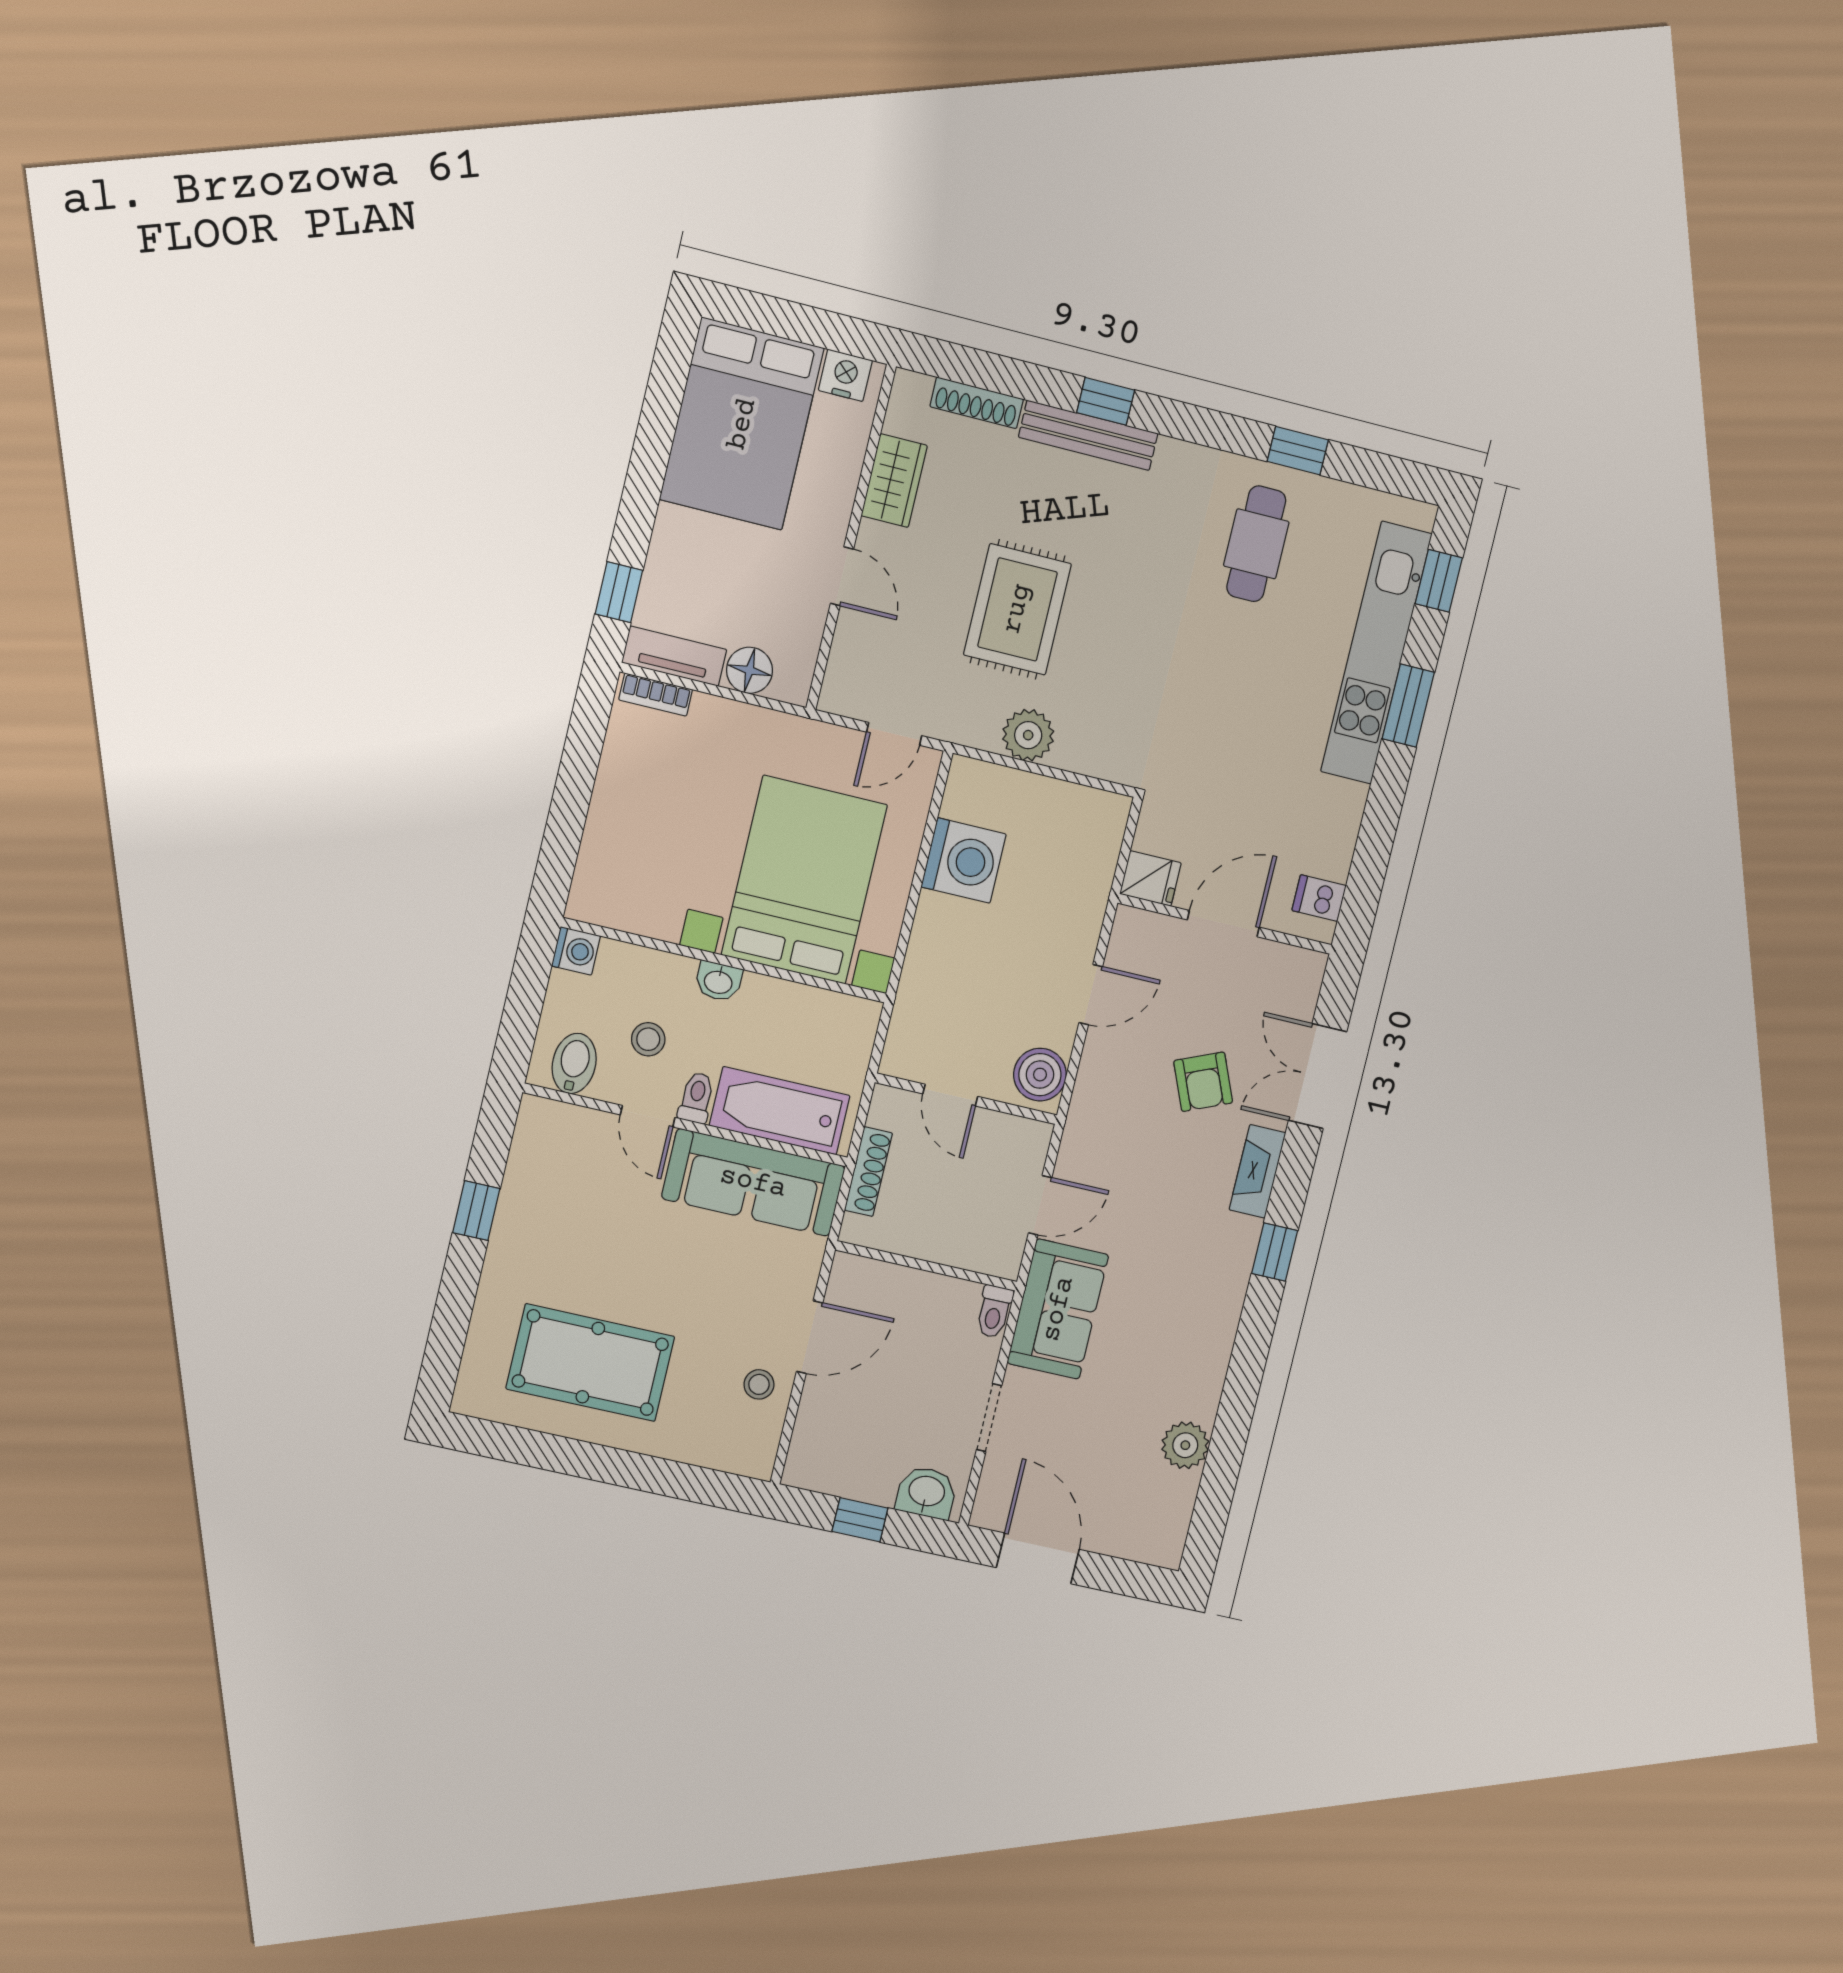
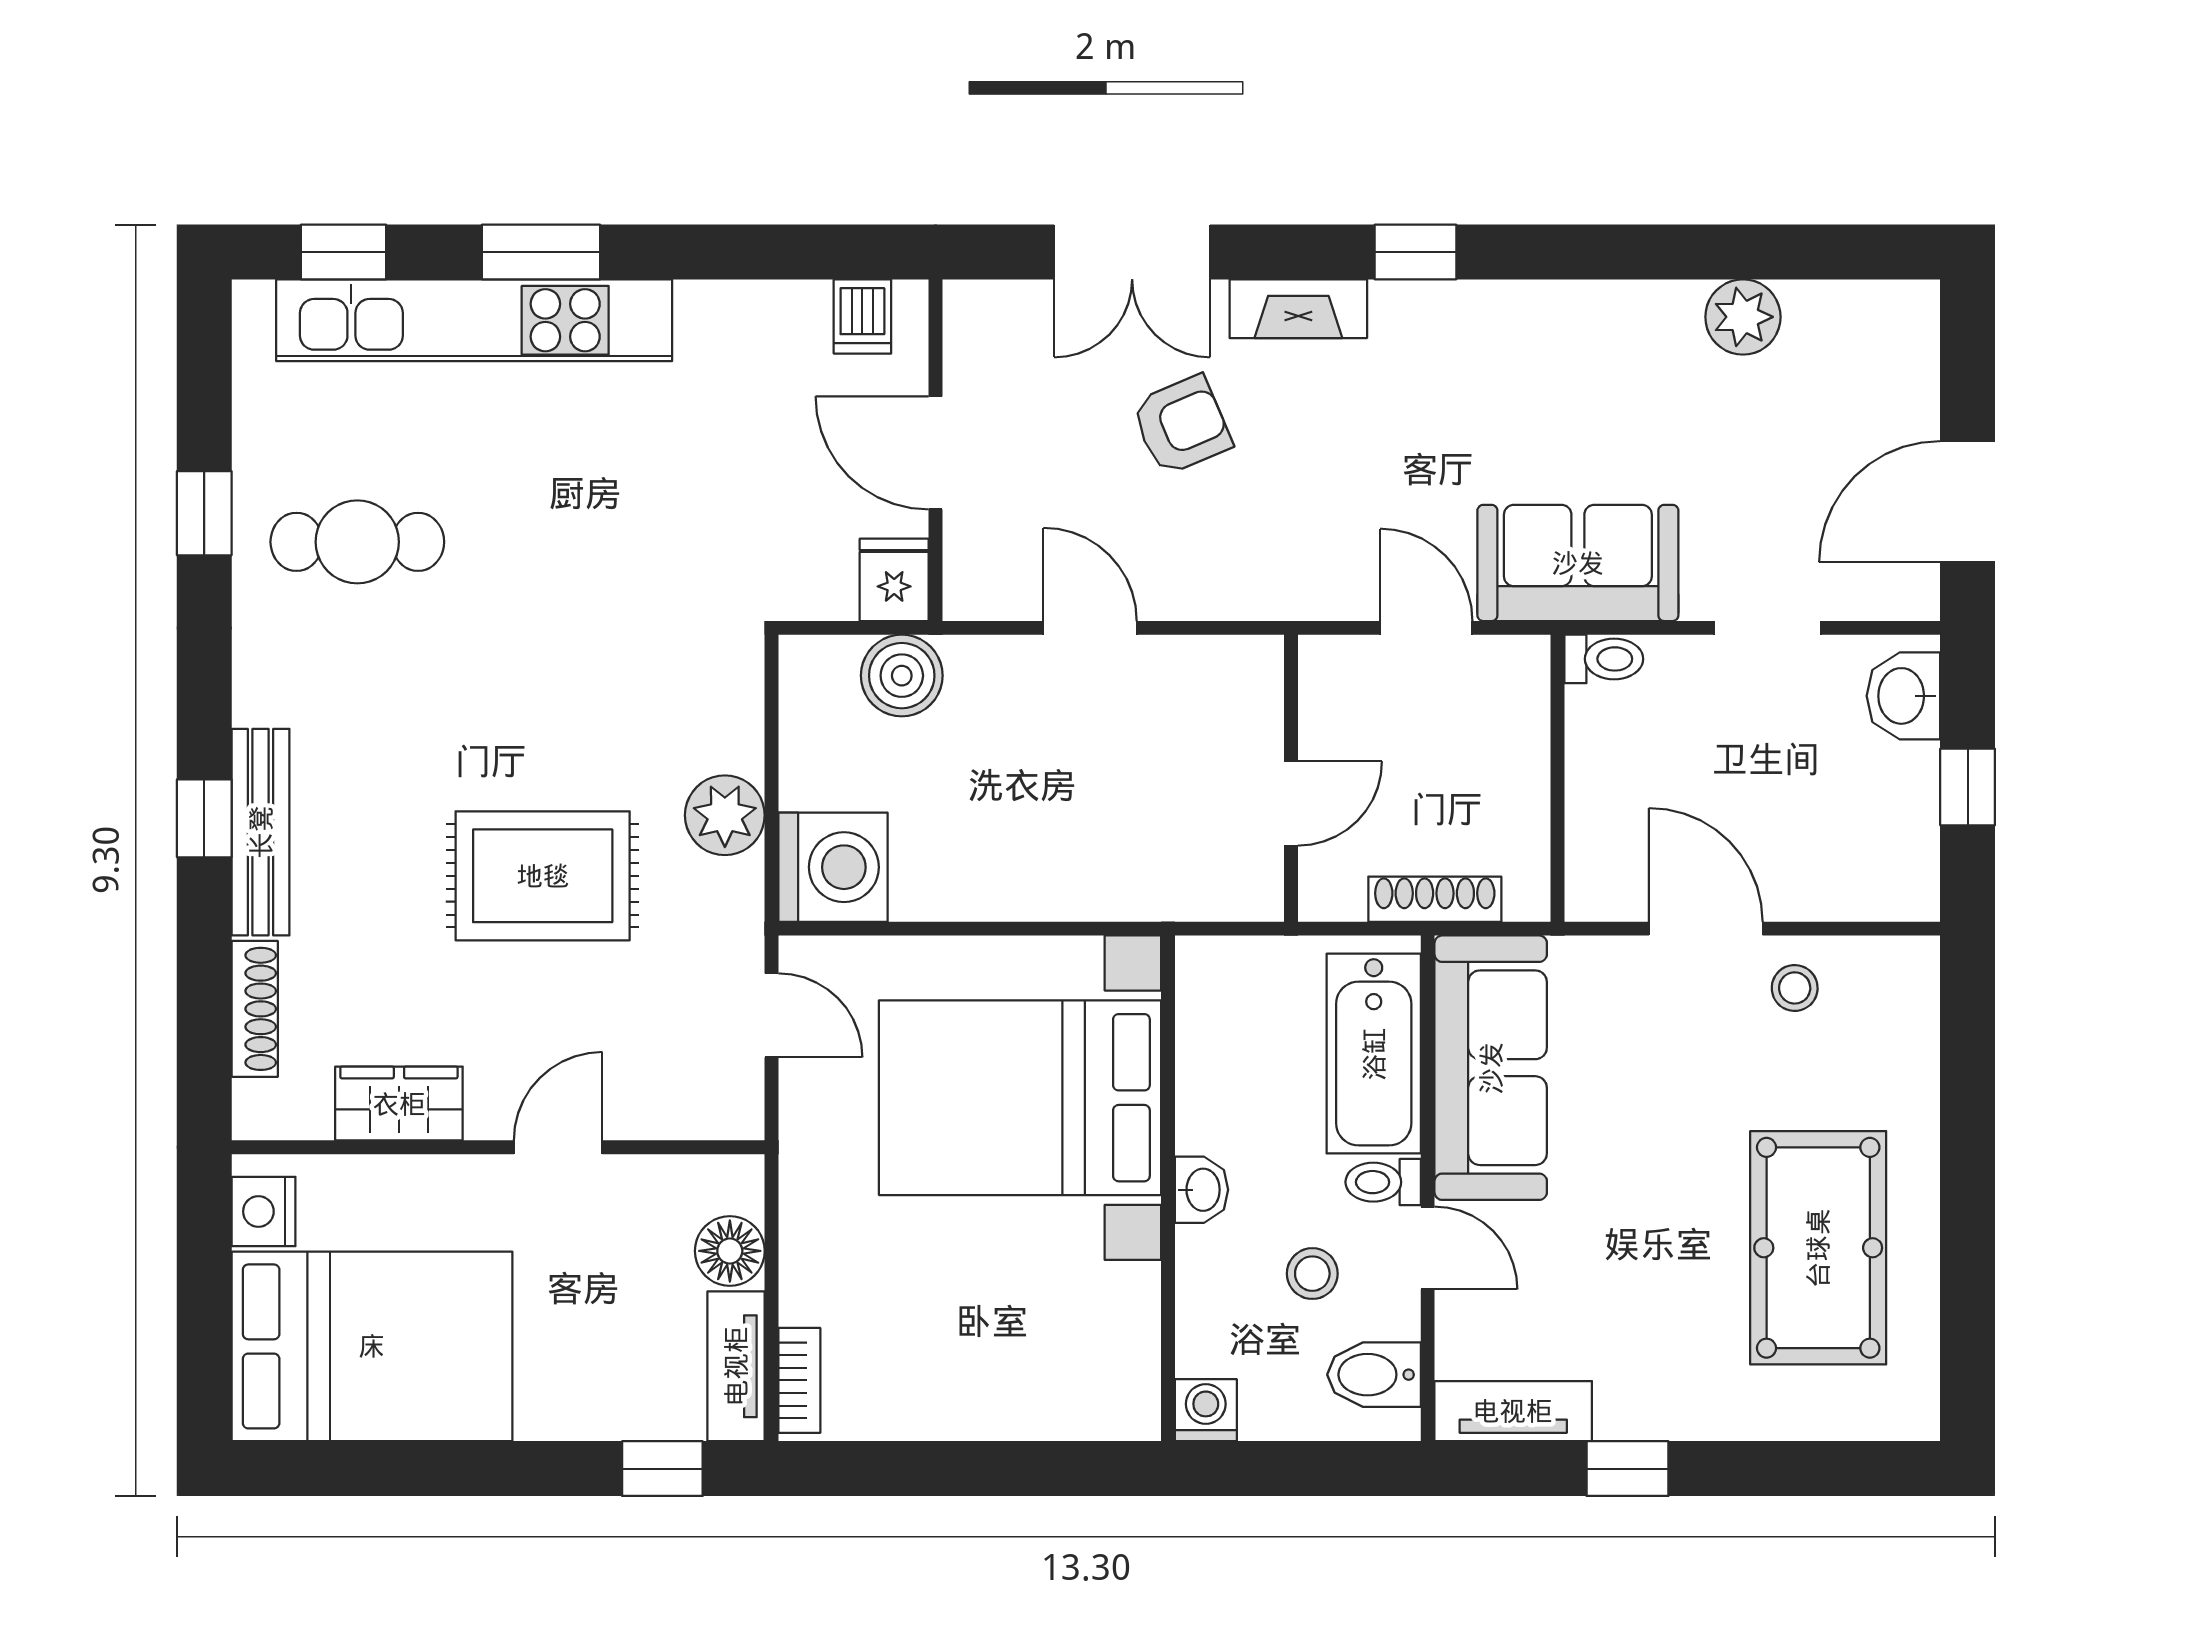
washing machine: (964, 860) -> (833, 867), moved, turned 90
boiler: (1040, 1075) -> (902, 676), moved
door: (648, 1116) -> (1428, 1248), hinge flipped
tv unit: (530, 1147) -> (1513, 1411), added

